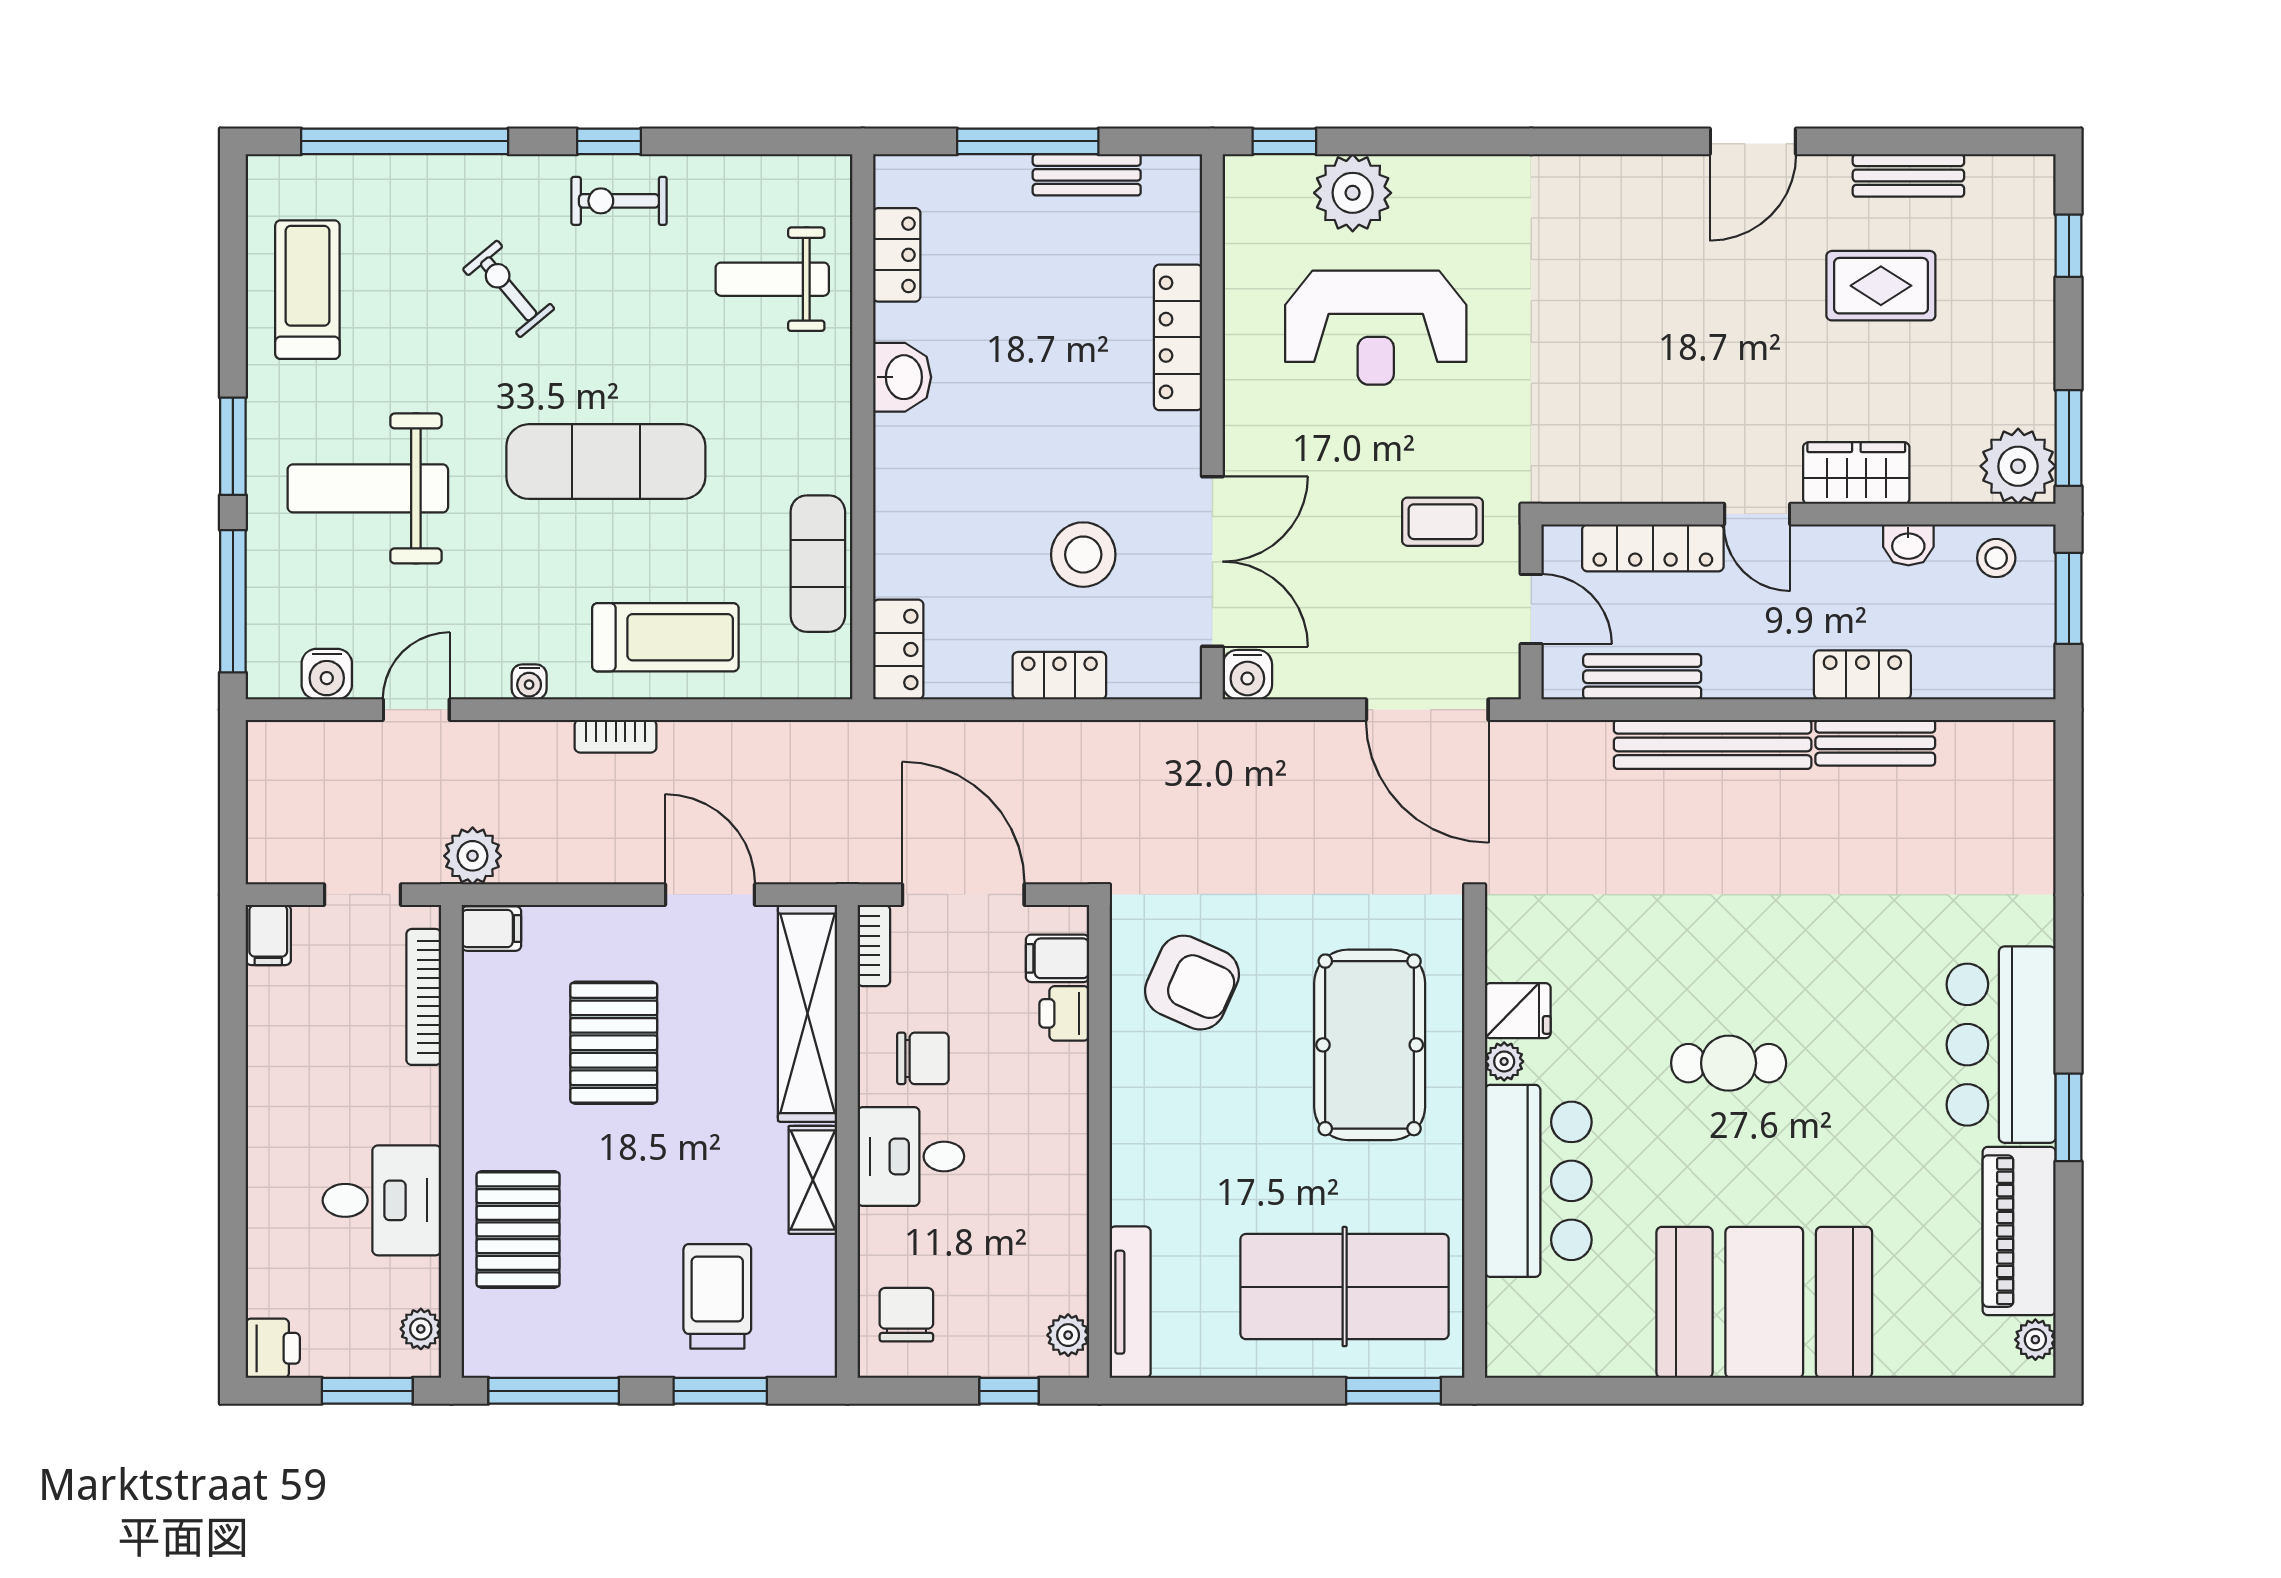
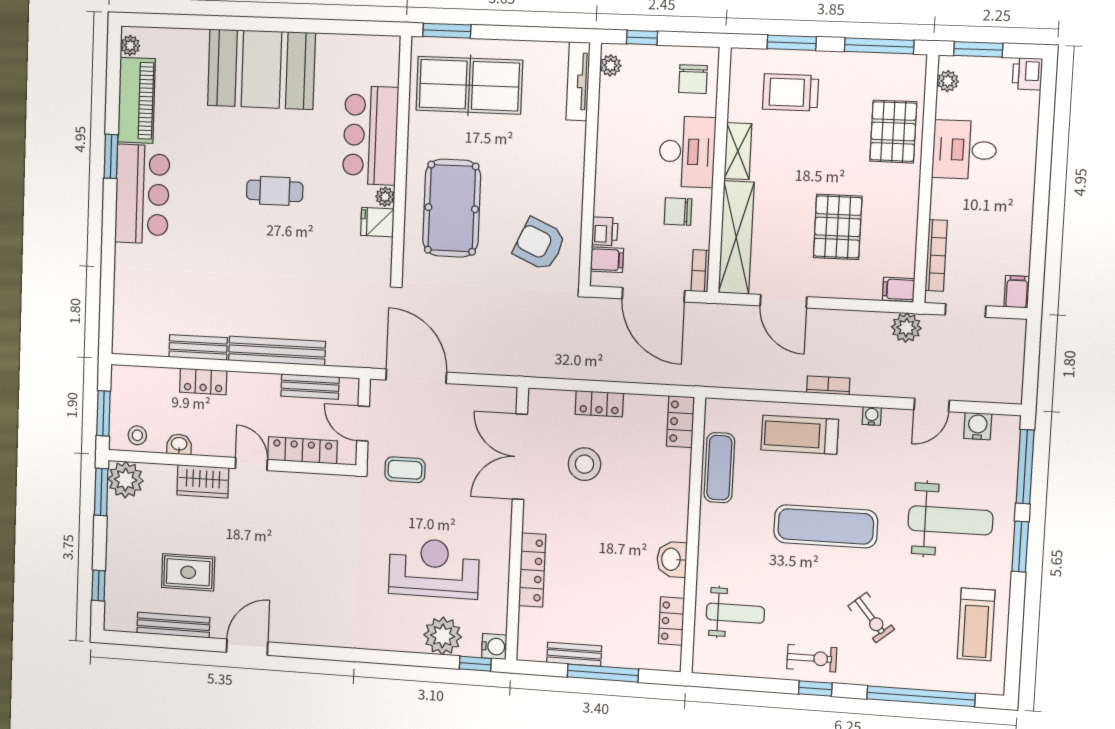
bench: (1908, 175) -> (173, 625), width x1.36
water cooler: (1247, 675) -> (494, 646), moved, turned 90
desk: (911, 1156) -> (687, 152), width x1.37
trolley: (717, 1296) -> (791, 92), turned 90

